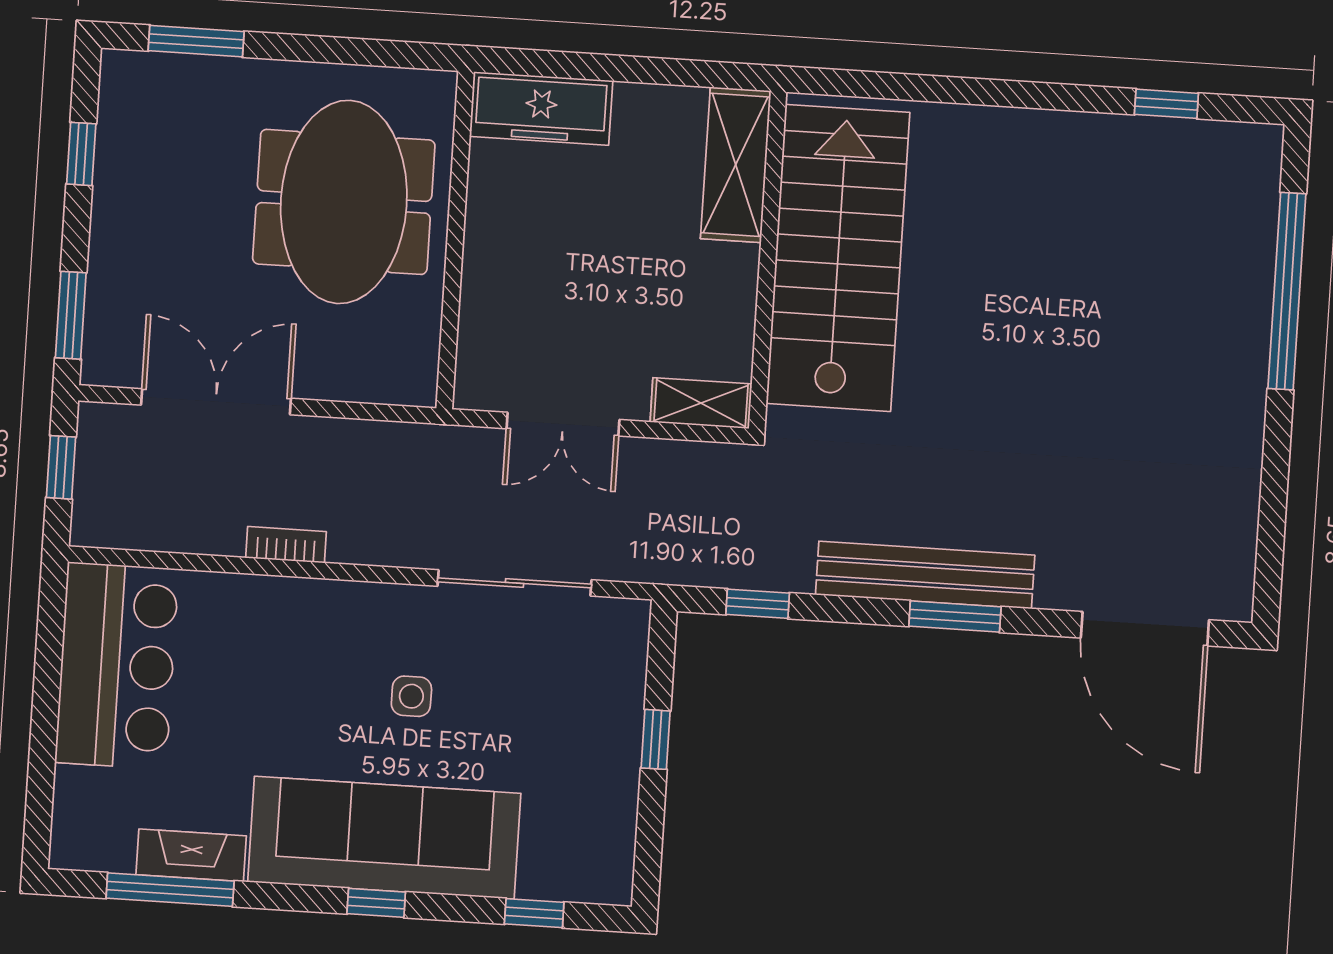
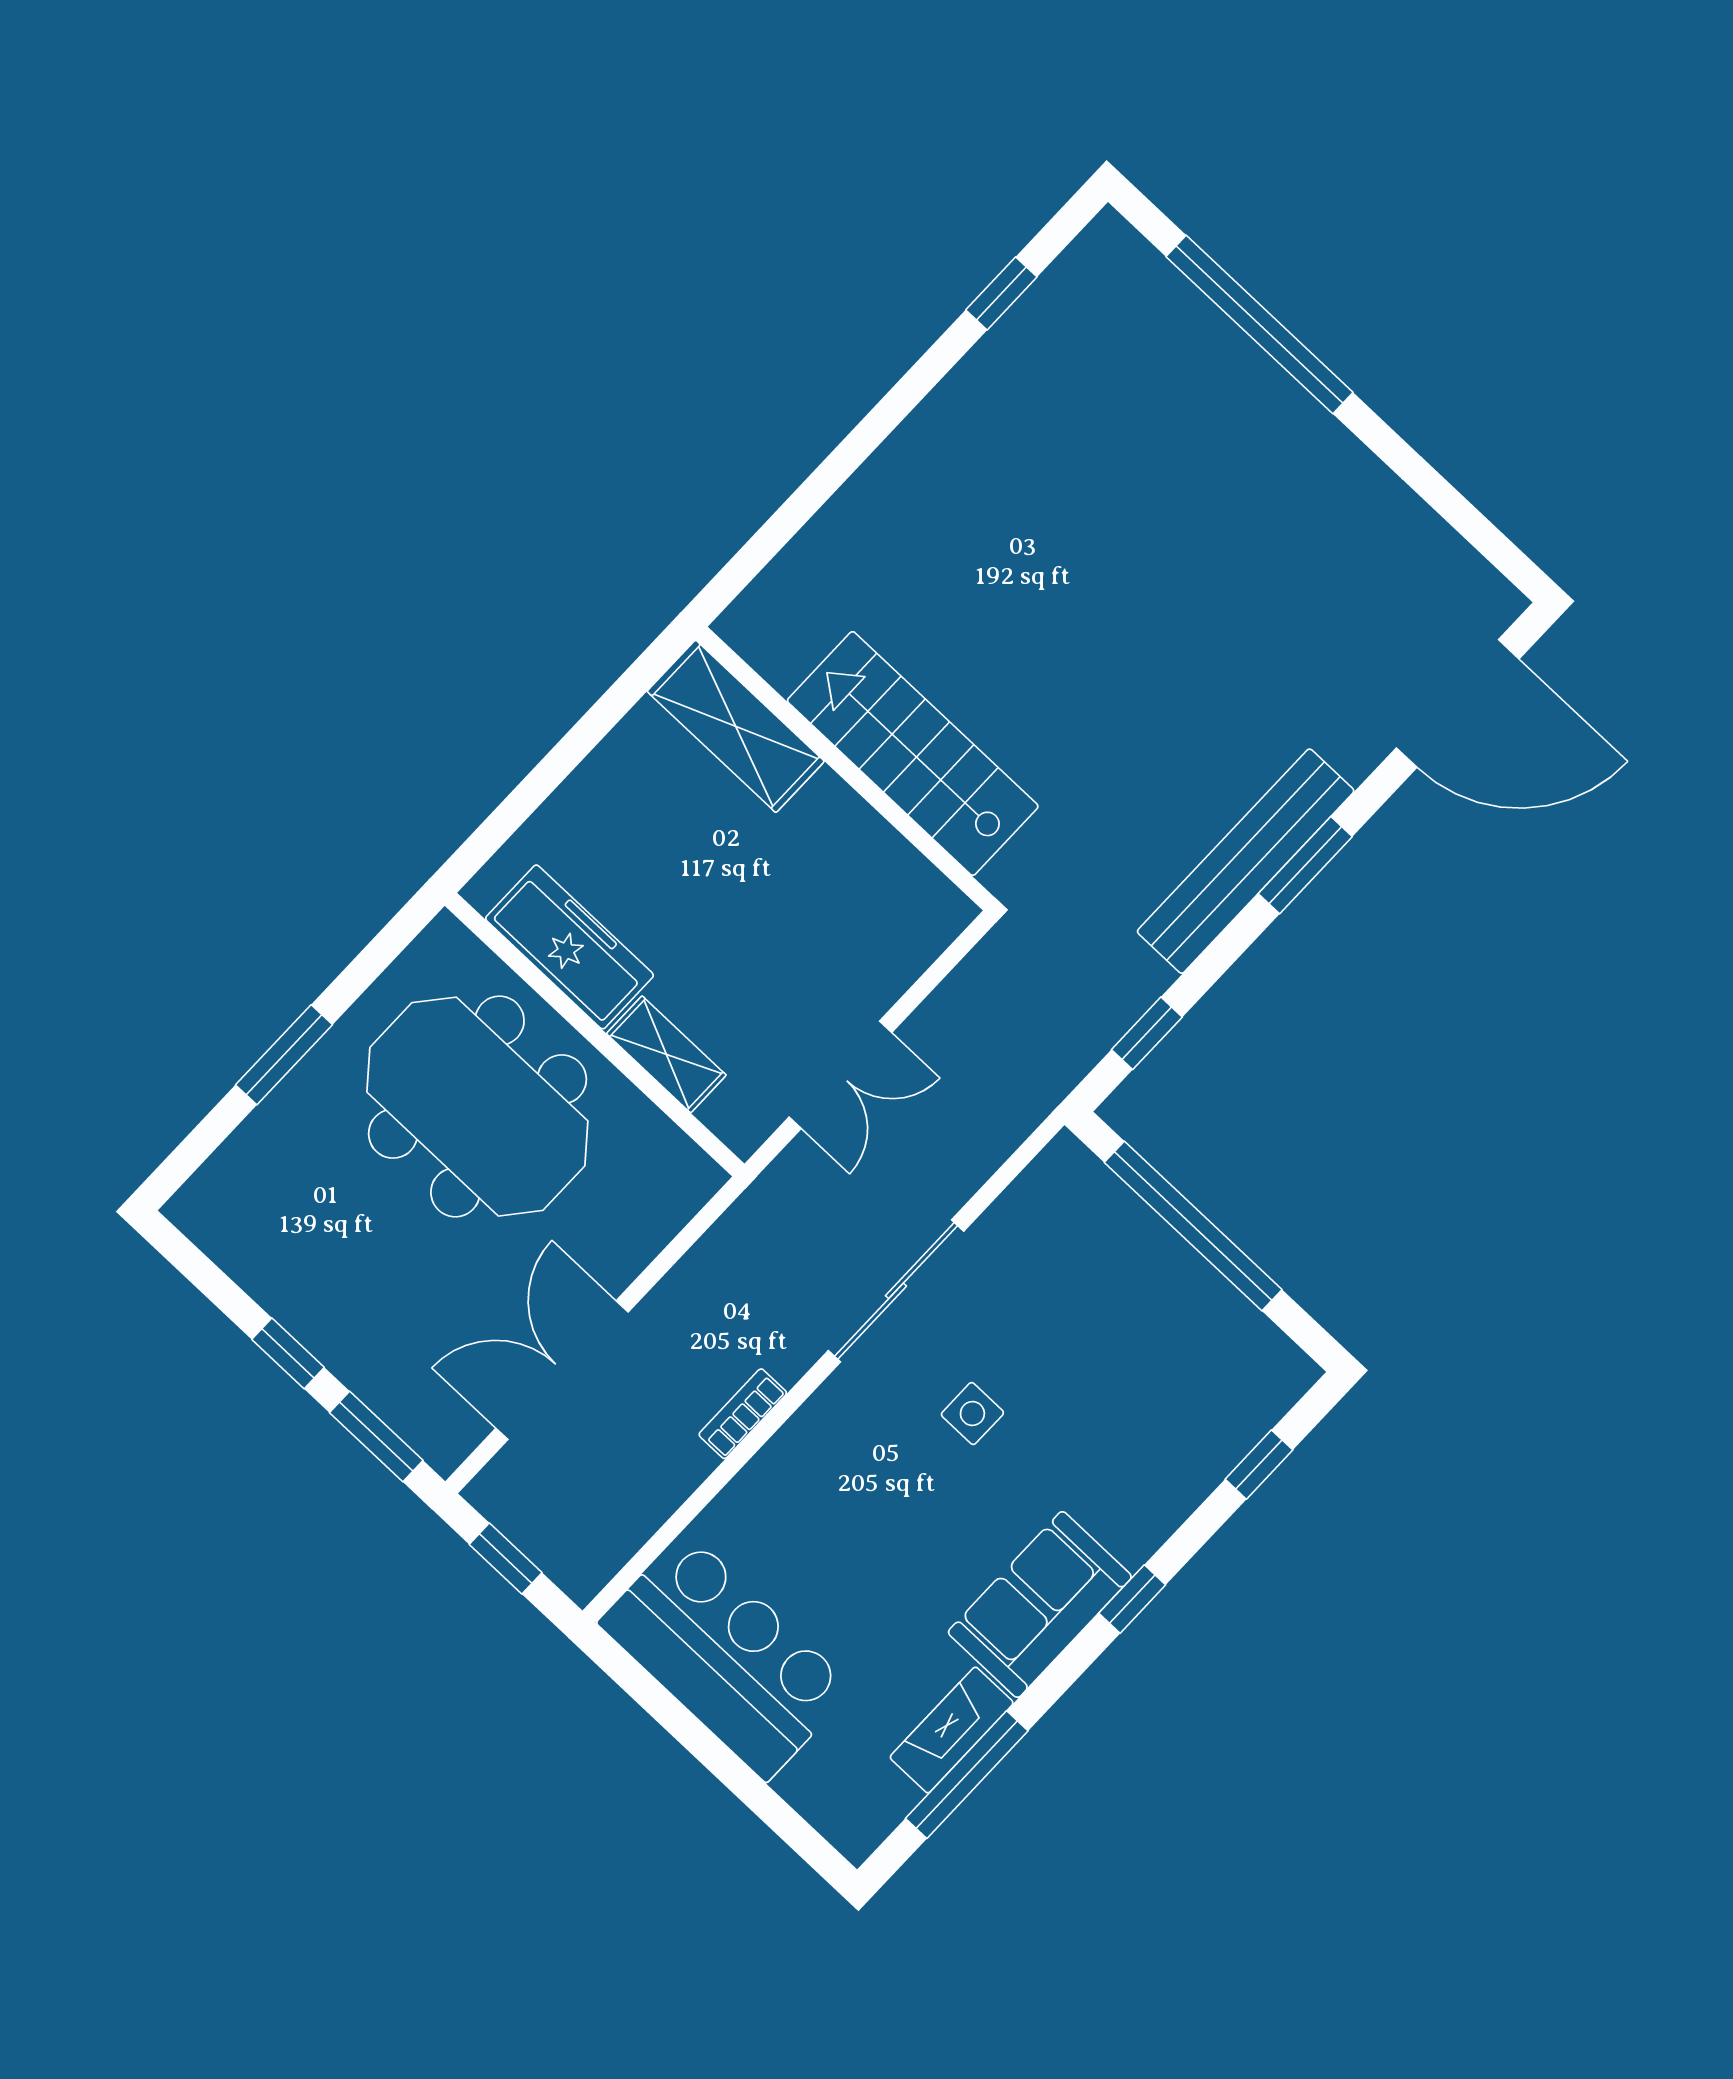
window: (196, 41) -> (284, 1055), moved
freezer: (541, 109) -> (570, 947), moved, turned -90
window: (81, 154) -> (288, 1353), moved
stairs: (838, 258) -> (913, 753), width x0.73, depth x0.66
shelving: (701, 403) -> (666, 1054), moved, turned 90
sliding door: (515, 583) -> (896, 1291), moved
window: (656, 739) -> (1193, 1226), width x3.17
sofa: (384, 838) -> (1040, 1604), width x0.54, depth x0.79

